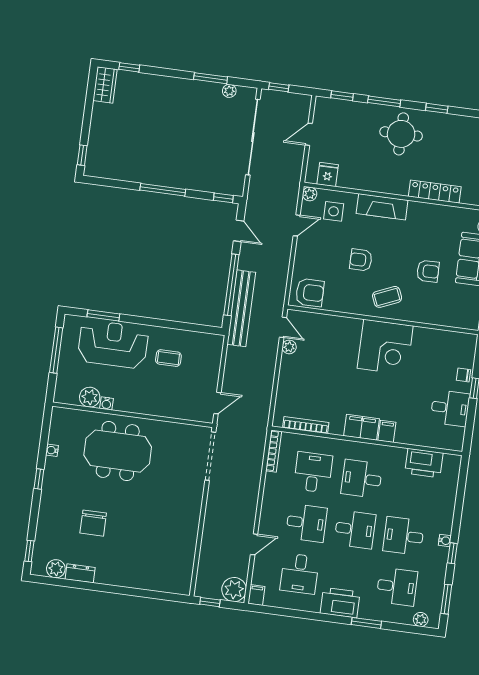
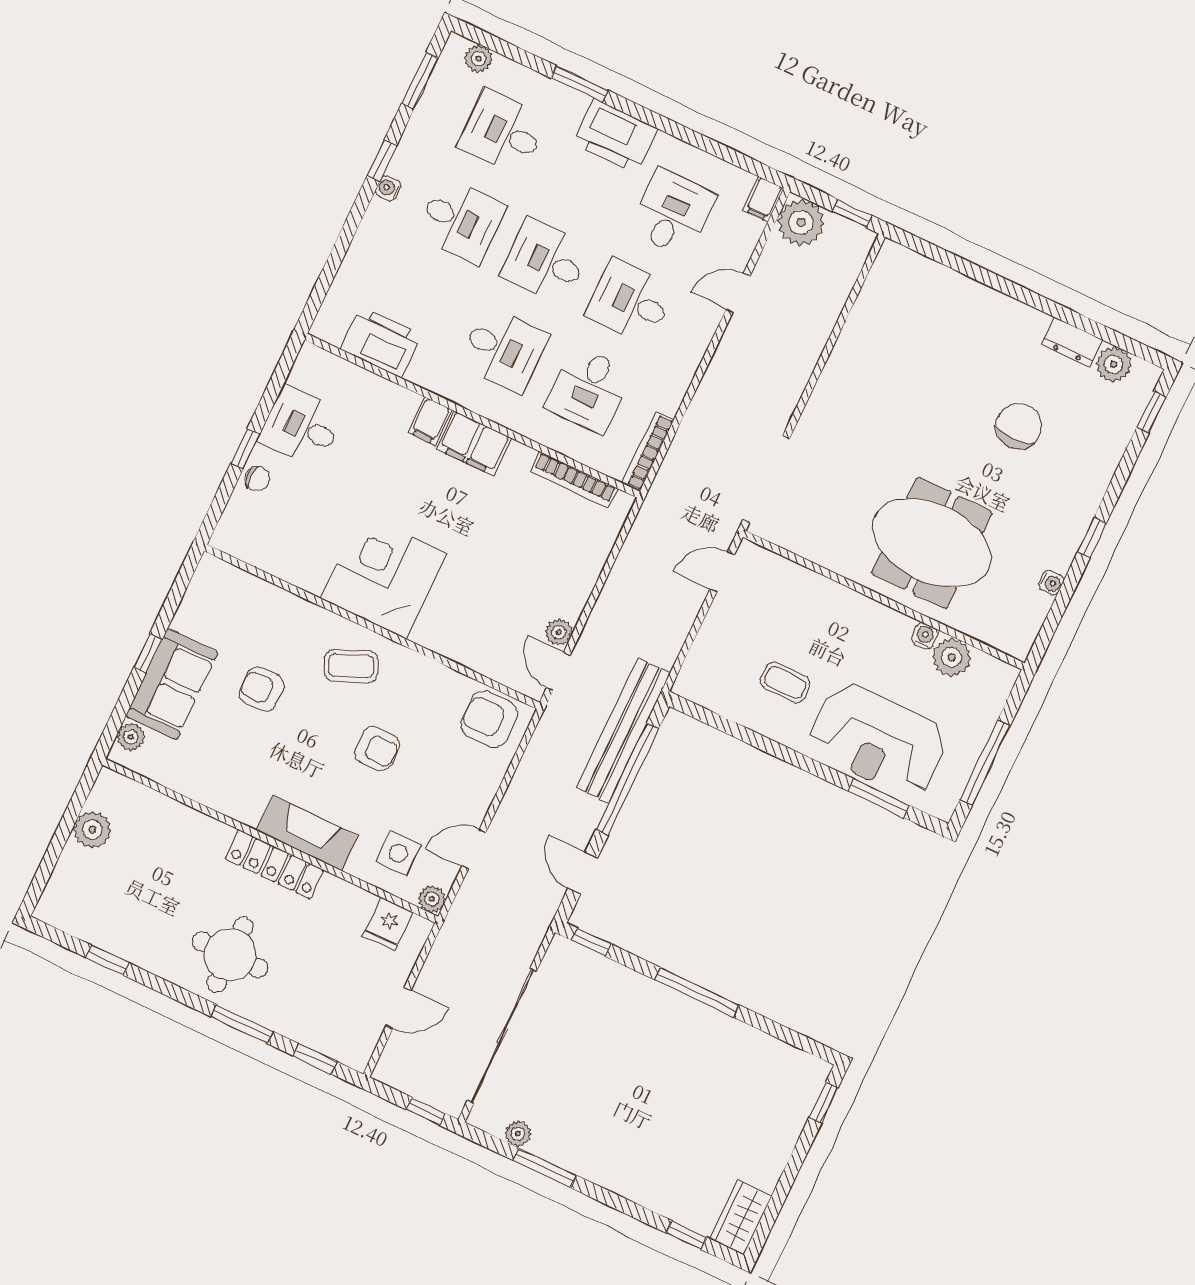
window: (437, 108) -> (107, 960), moved
locker: (435, 192) -> (275, 864), moved

